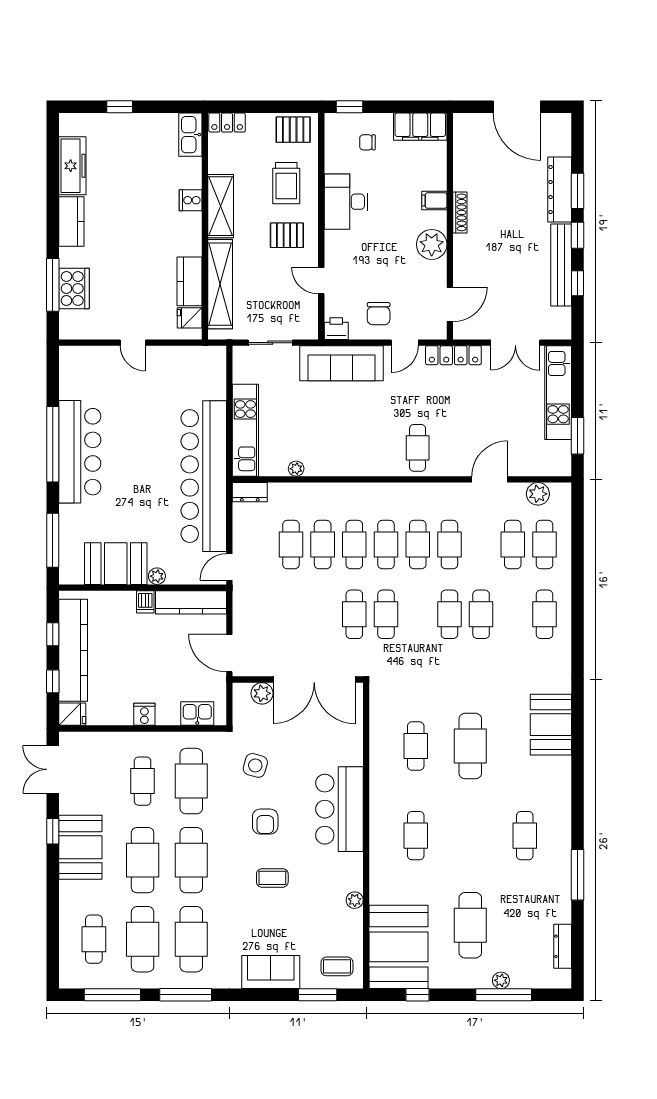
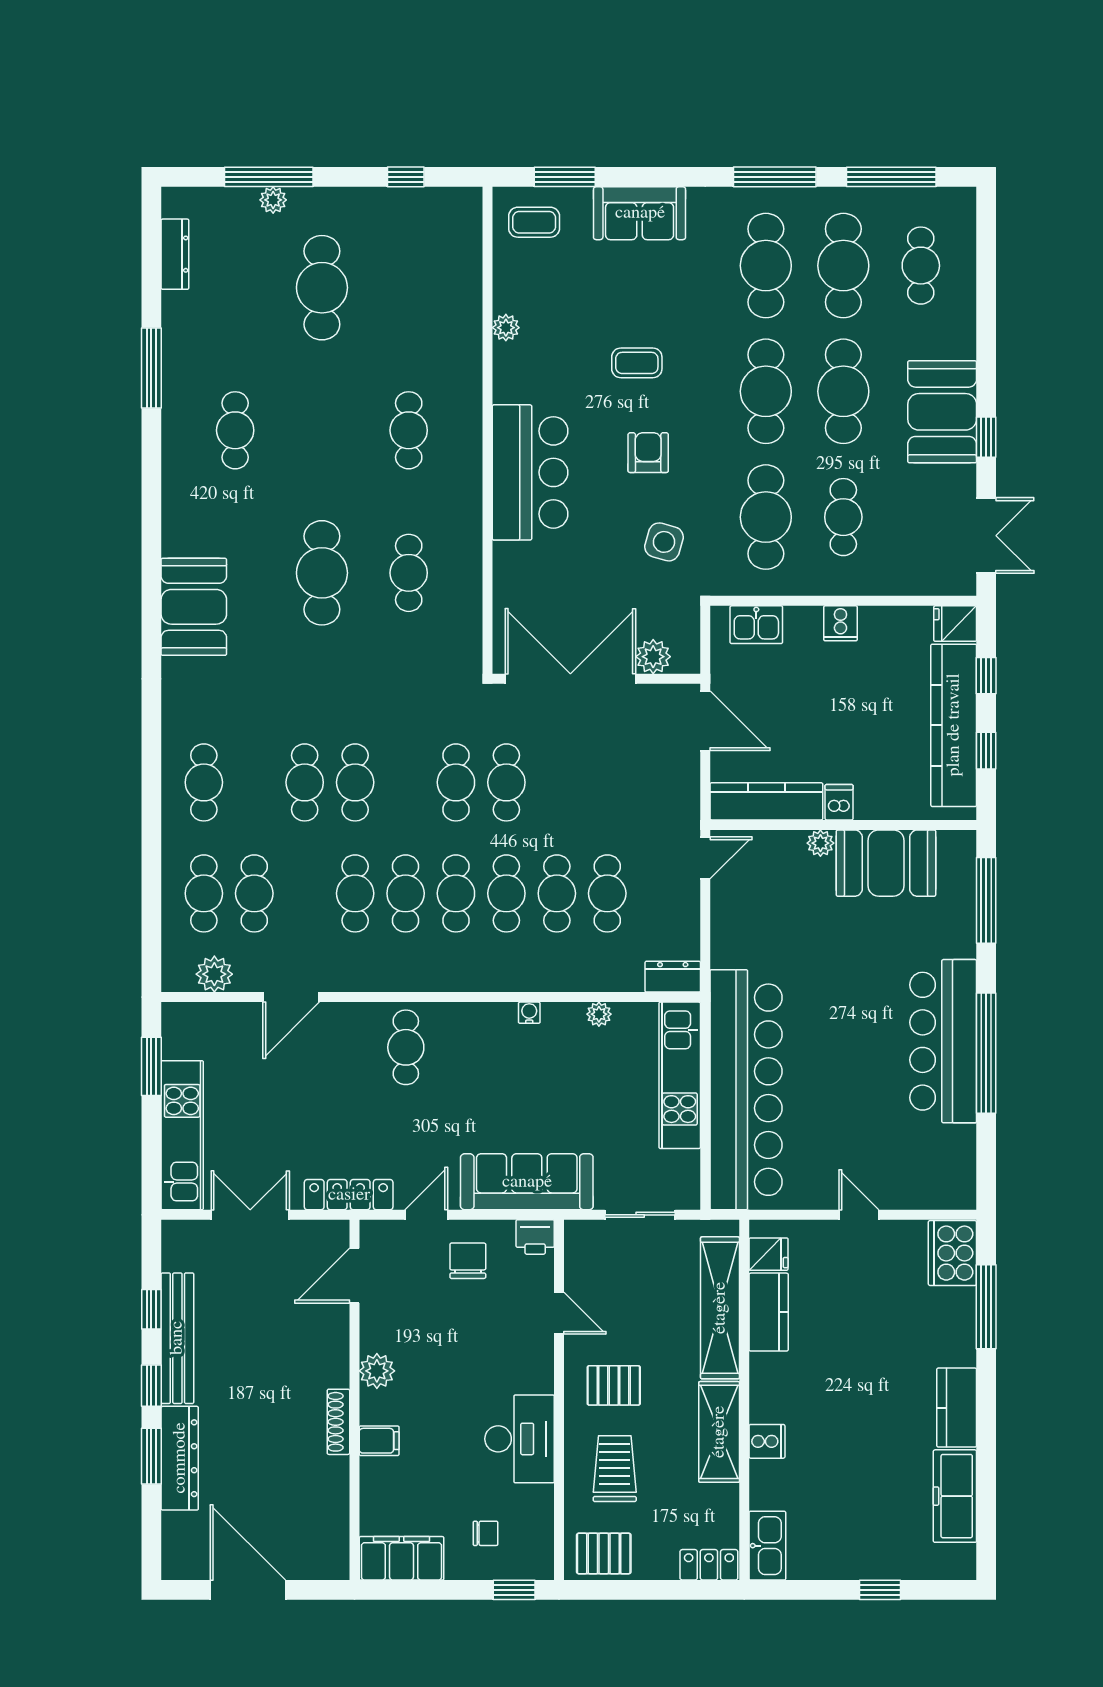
plant: (432, 244) -> (377, 1371), width x0.73, depth x0.73
cooker: (74, 288) -> (952, 1253), moved
water cooler: (340, 470) -> (529, 1013), added
bar counter: (204, 476) -> (746, 1090), moved
booth: (399, 947) -> (436, 253), removed

